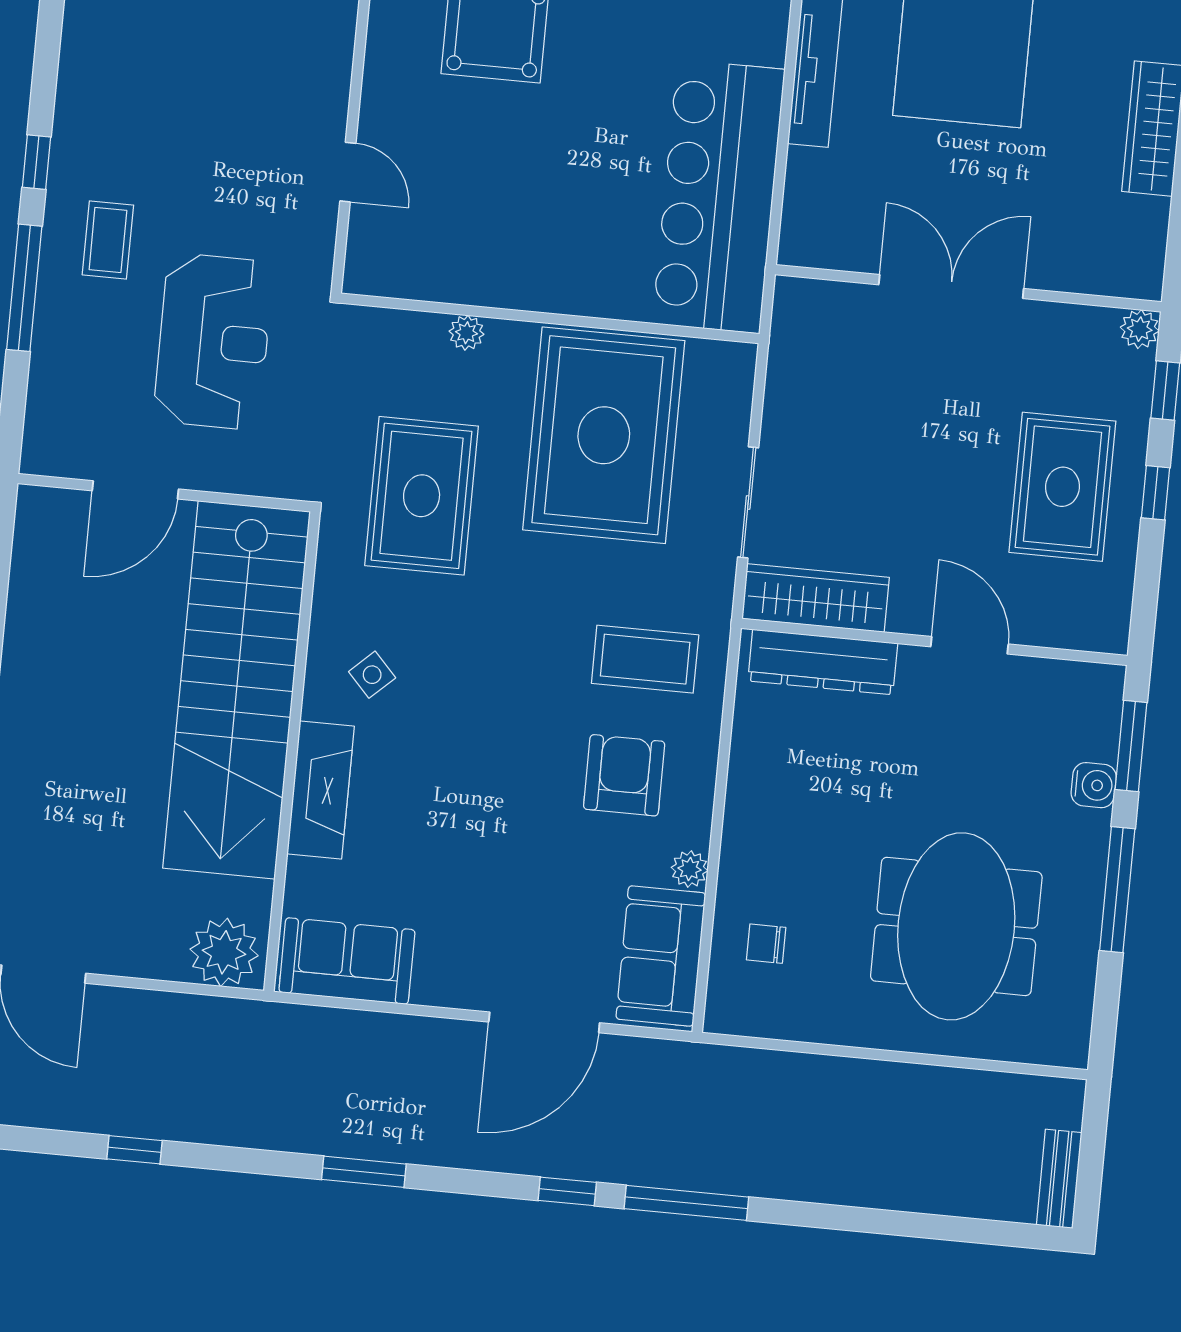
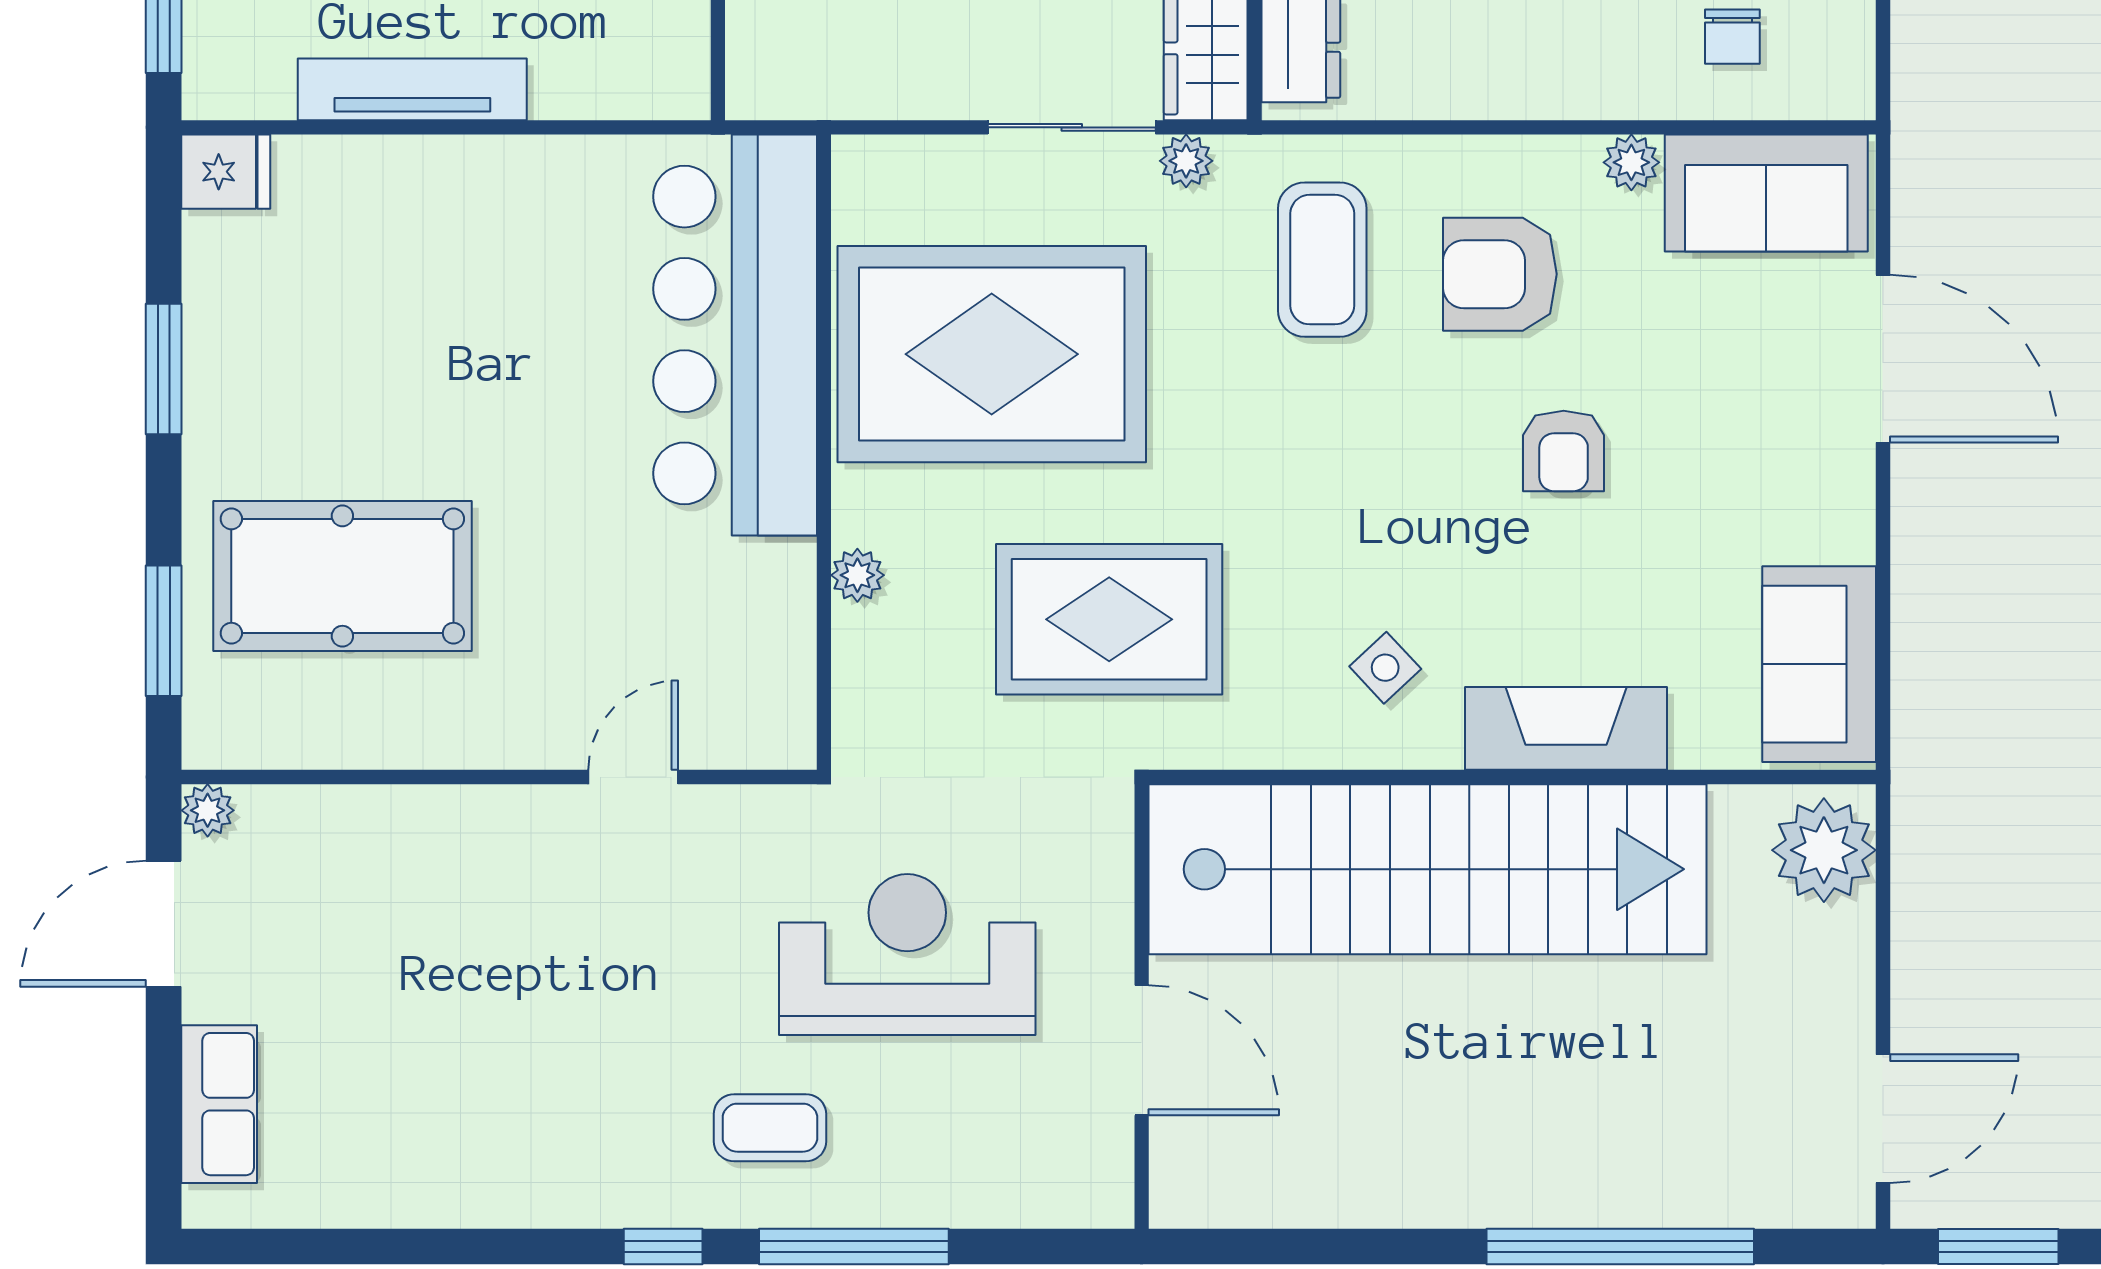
bar counter: (719, 196) -> (735, 335), moved, turned 90
plant: (719, 576) -> (1186, 161), added
armchair: (504, 806) -> (1564, 451), added

